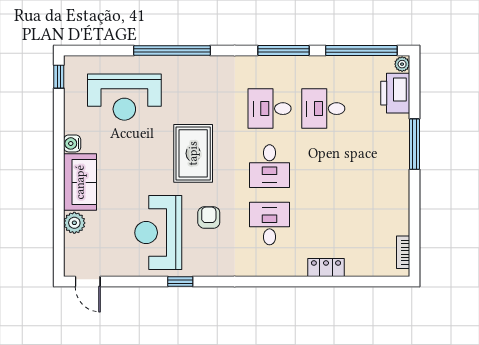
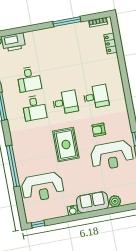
reception desk: (124, 97) -> (43, 187), turned 90
window: (414, 144) -> (67, 22), moved
rug: (193, 153) -> (66, 145), turned 90
desk: (270, 224) -> (96, 97), turned 180
locker: (326, 268) -> (111, 43), moved

